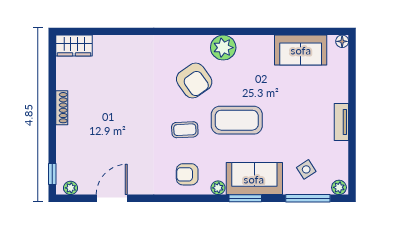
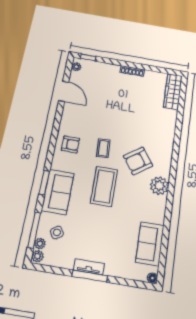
wardrobe: (74, 46) -> (173, 92), width x1.50
window: (352, 119) -> (90, 276), added
armchair: (187, 174) -> (71, 144), turned 90
plant: (218, 188) -> (40, 244), moved

